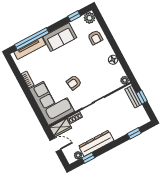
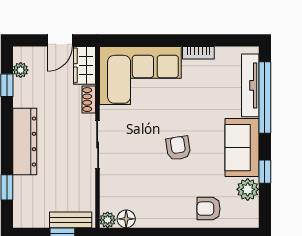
window: (74, 16) -> (265, 172), moved
plant: (90, 18) -> (248, 189), moved
floor lamp: (113, 60) -> (126, 219), moved
armchair: (74, 83) -> (178, 148), moved
dresser: (96, 143) -> (25, 141), moved

